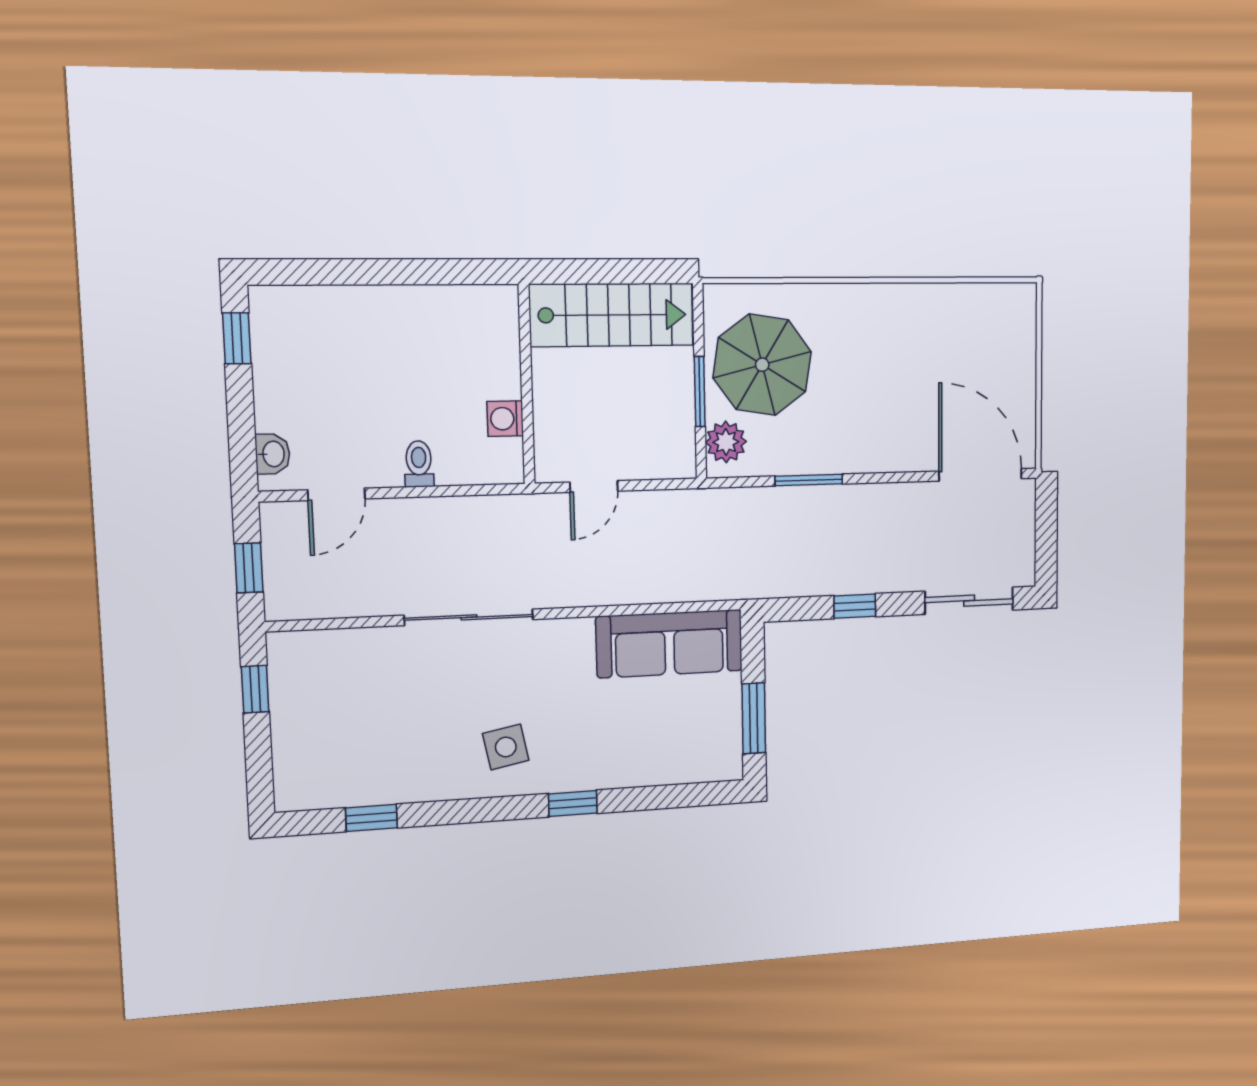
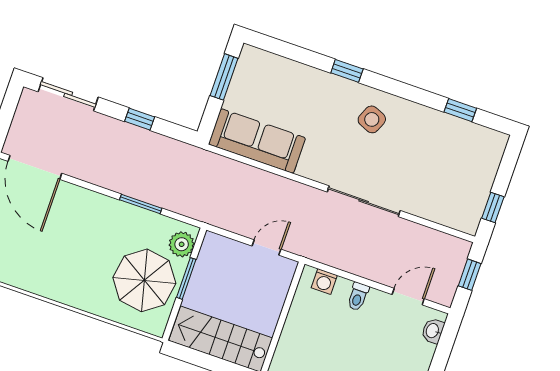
washing machine: (505, 419) -> (324, 282), moved, turned 90
side table: (506, 747) -> (372, 119), turned 34

